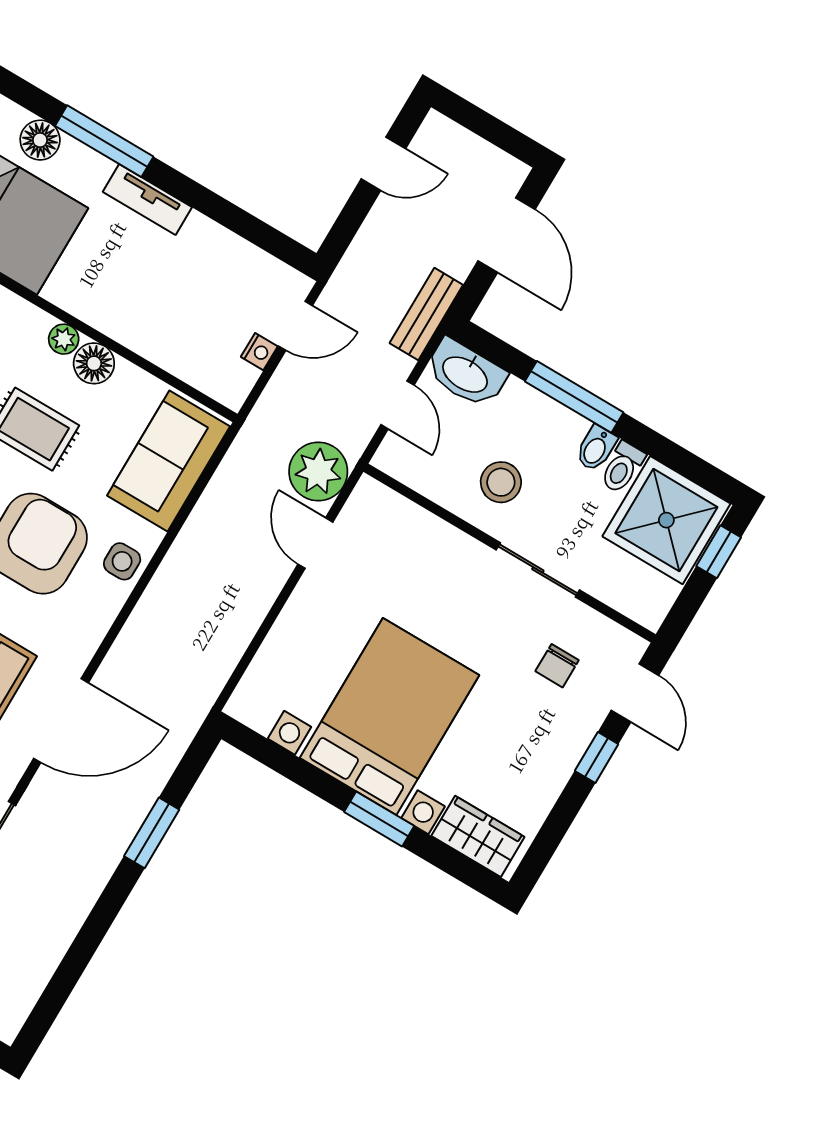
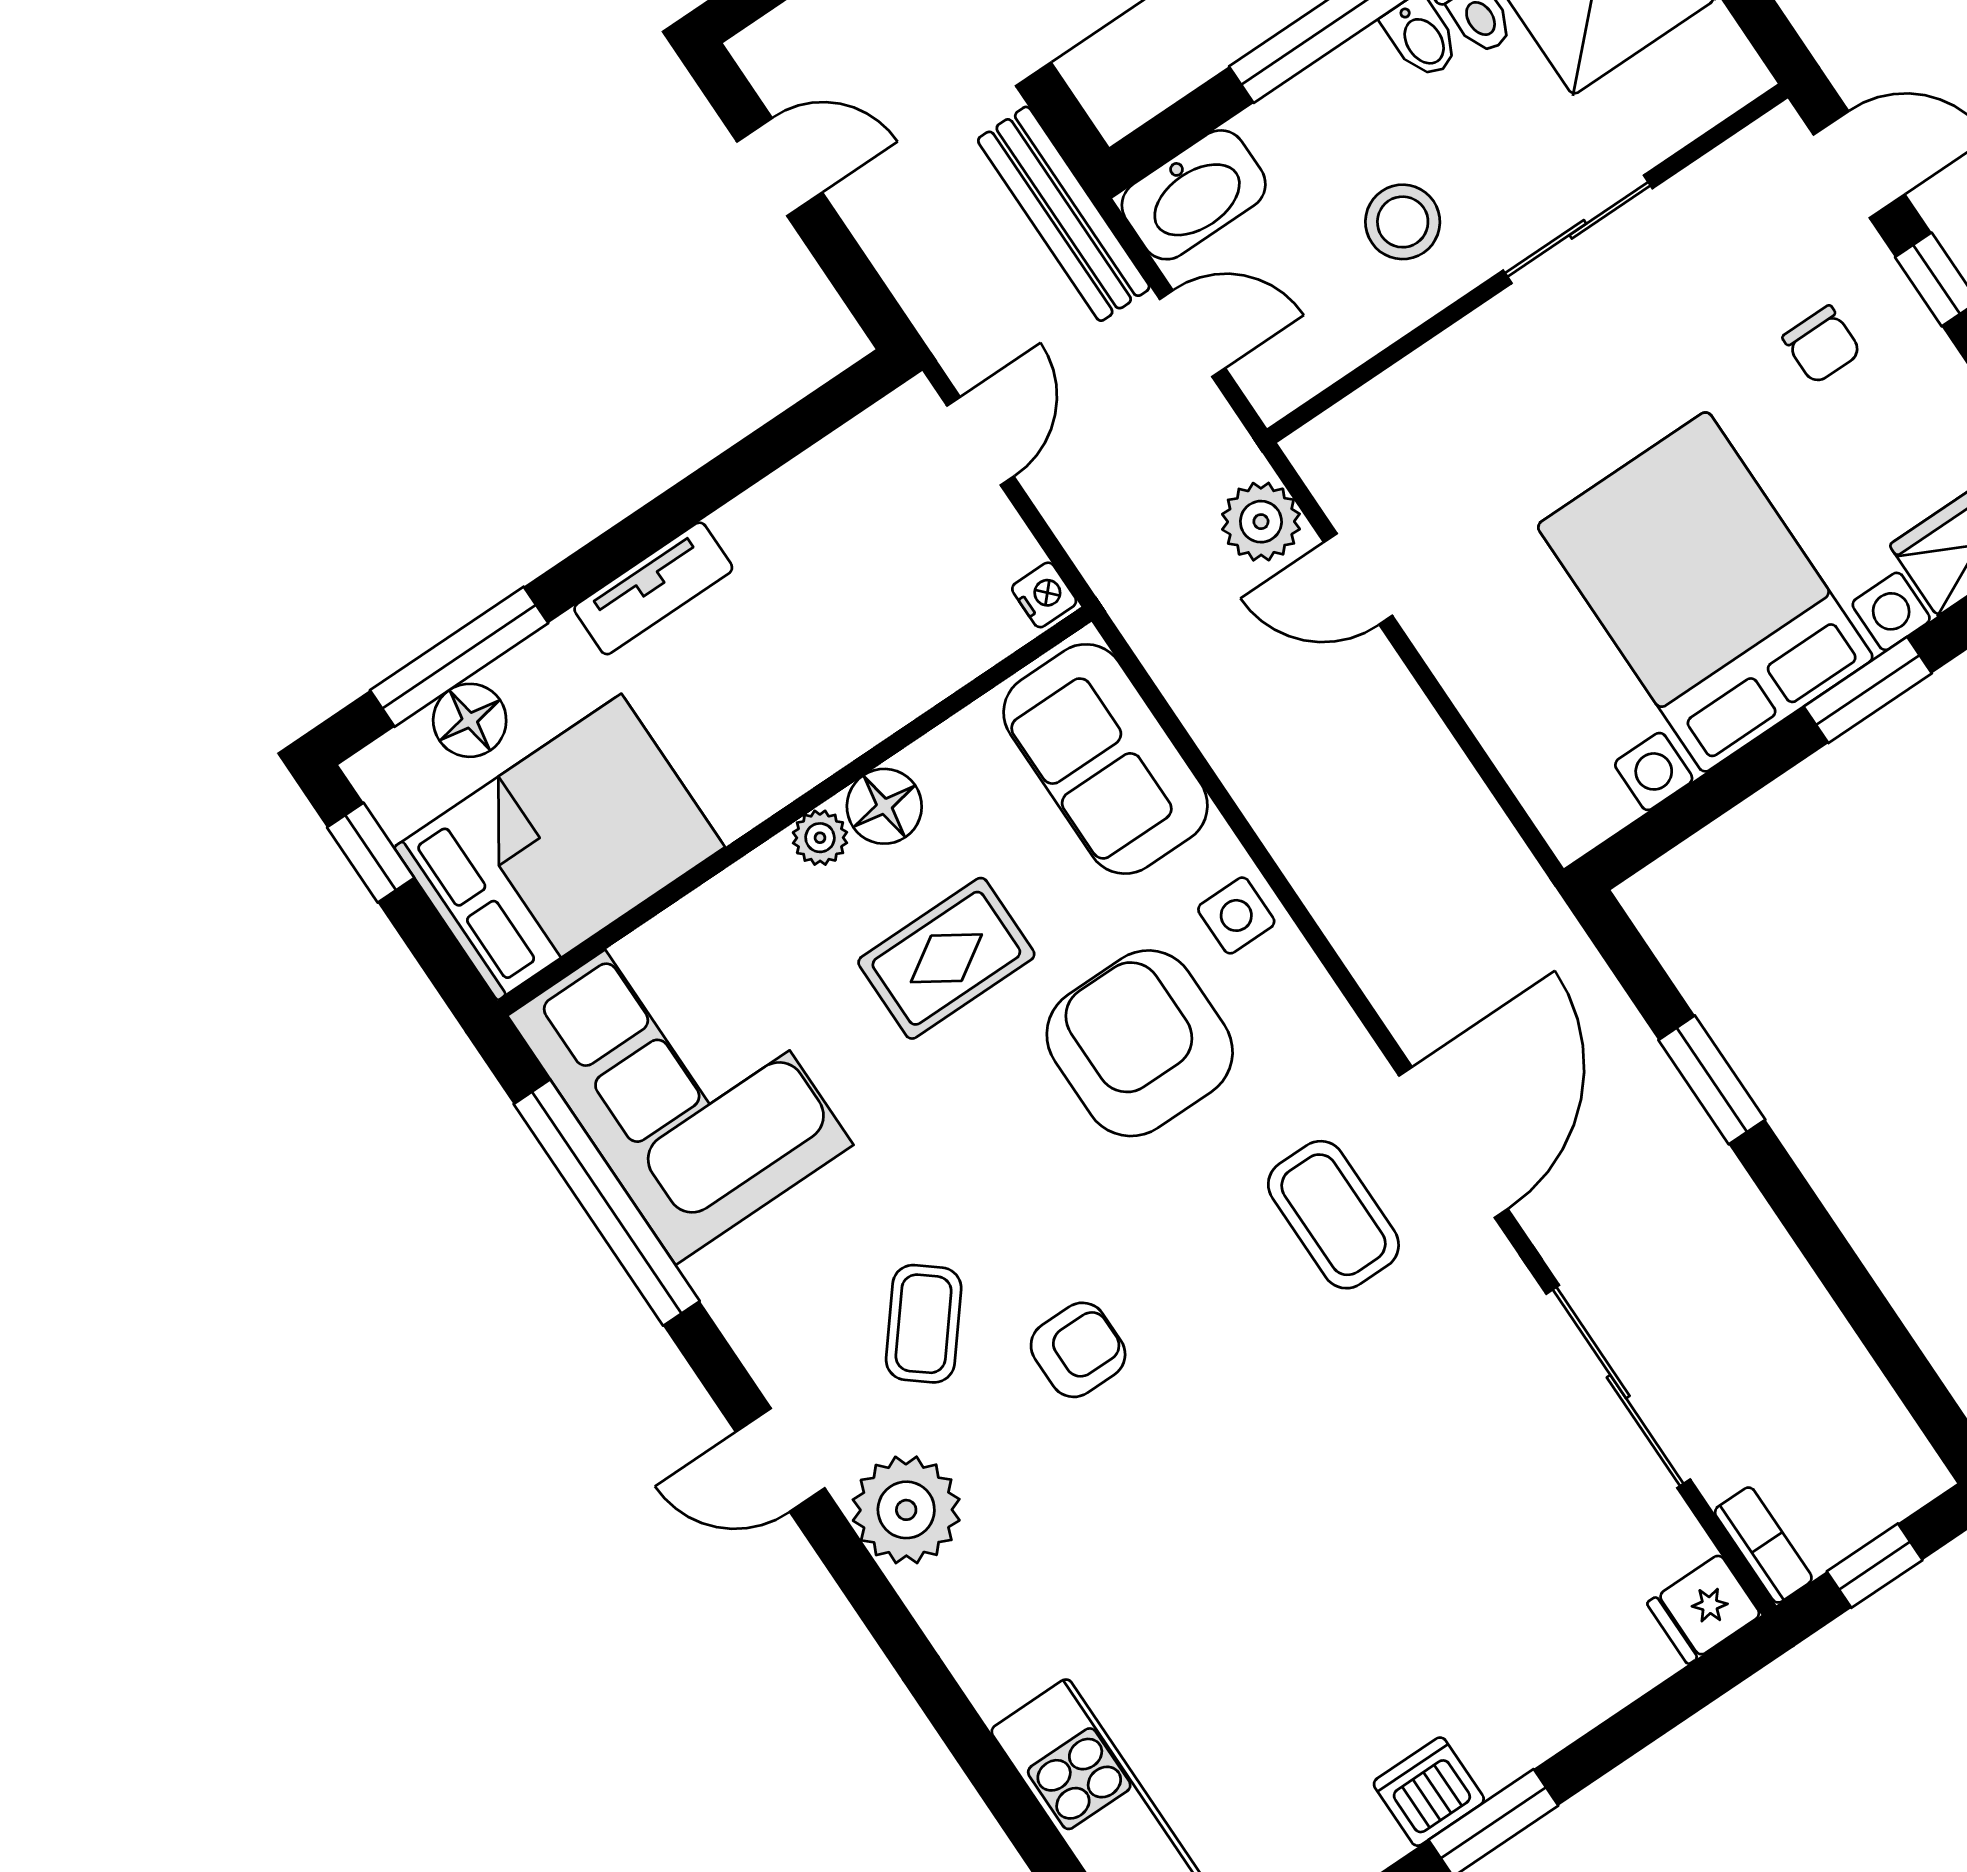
window: (104, 141) -> (459, 657), moved
door: (383, 164) -> (780, 167), hinge flipped
bench: (426, 314) -> (1064, 214), width x1.36
nightstand: (259, 352) -> (1044, 595), moved
plant: (318, 471) -> (1261, 522), width x0.73, depth x0.73
chair: (557, 666) -> (1822, 345), moved

